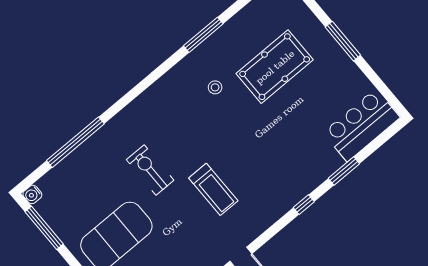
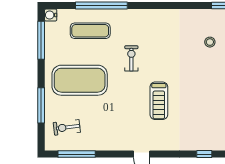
exercise bike: (150, 170) -> (131, 58), width x0.73, depth x0.72
exercise mat: (85, 177) -> (90, 31), added

